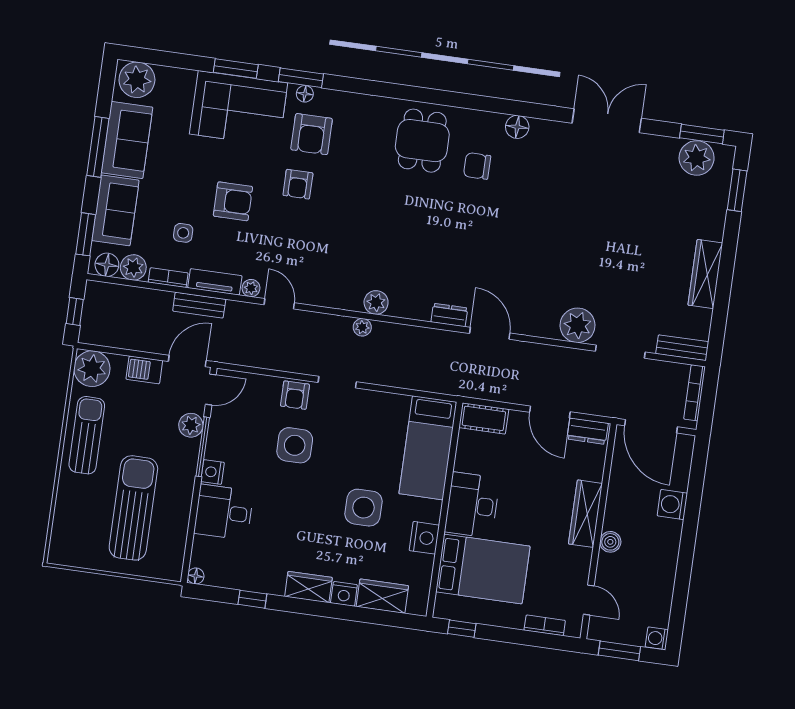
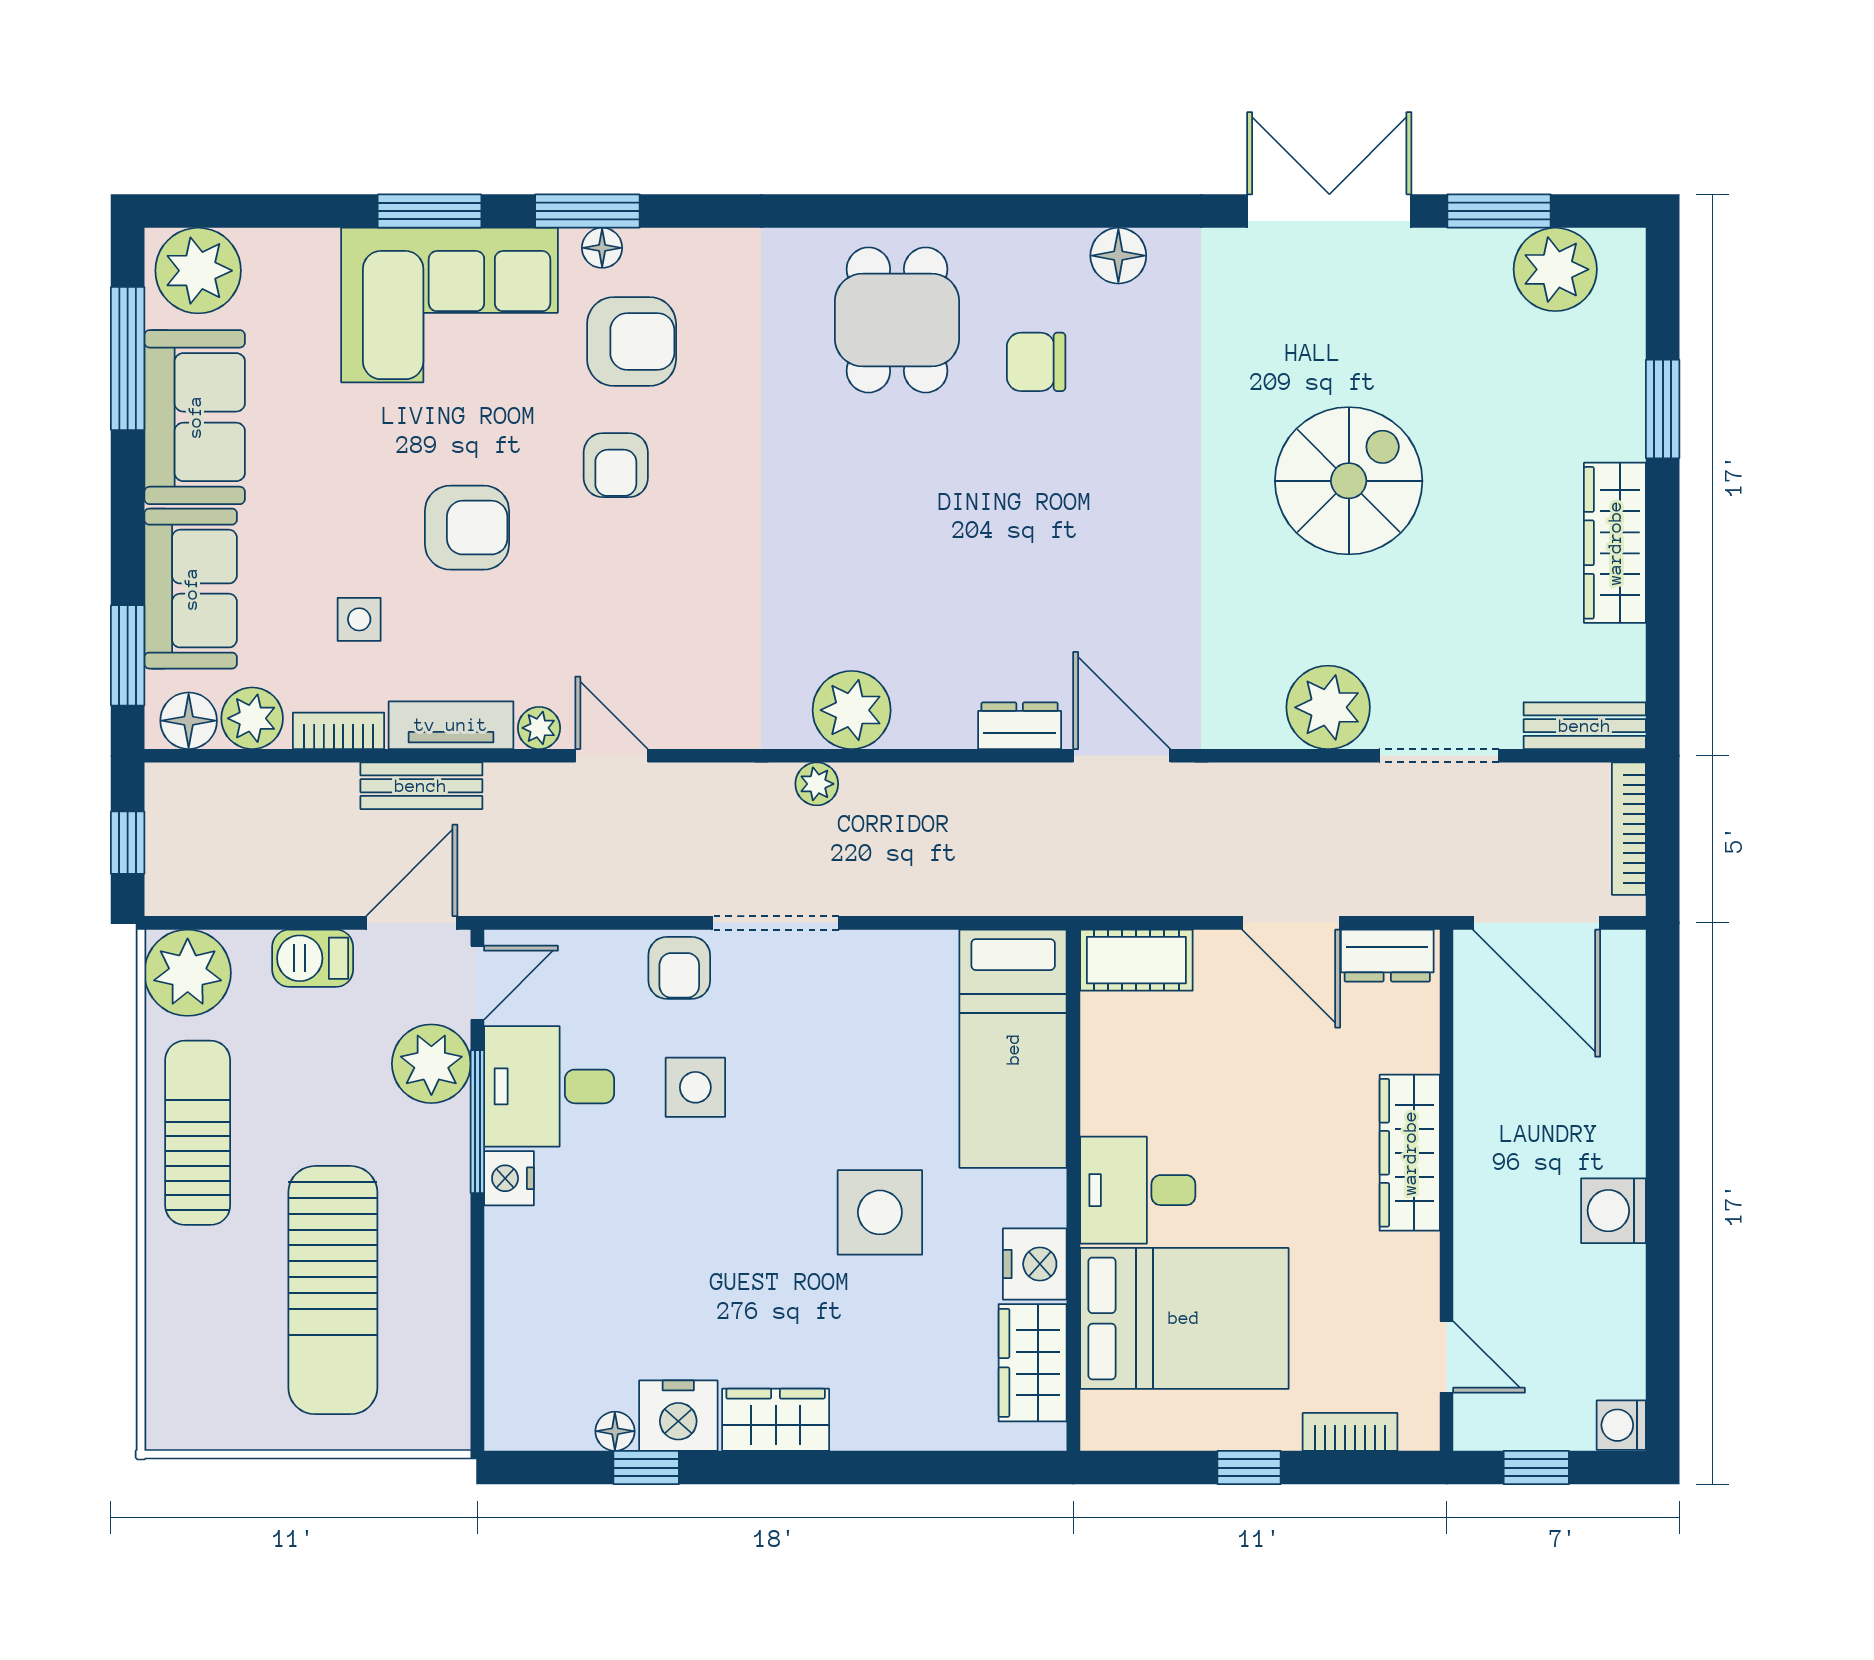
armchair: (312, 134) -> (632, 342), turned -90
window: (702, 134) -> (1499, 211), moved
window: (98, 147) -> (128, 358), moved
window: (737, 190) -> (1663, 409), moved
spiral stairs: (599, 233) -> (1349, 481), added
plant: (376, 302) -> (852, 710), width x1.36, depth x1.36
doorway: (337, 382) -> (776, 923), width x1.38
plant: (191, 425) -> (431, 1064), width x1.36, depth x1.36
side table: (295, 445) -> (695, 1087), width x0.73, depth x0.73
washing machine: (672, 504) -> (1613, 1211), moved
desk: (472, 505) -> (1138, 1190), width x0.73
sun lounger: (133, 508) -> (333, 1290), turned 180
desk: (224, 512) -> (549, 1086), moved
boiler: (610, 542) -> (1478, 1211), removed
floor lamp: (196, 576) -> (615, 1431), moved
nightstand: (344, 594) -> (678, 1416), moved, width x1.36, depth x1.33
wardrobe: (382, 596) -> (1033, 1363), moved, turned -90
window: (462, 629) -> (1249, 1468), moved
window: (619, 651) -> (1536, 1468), width x0.67

